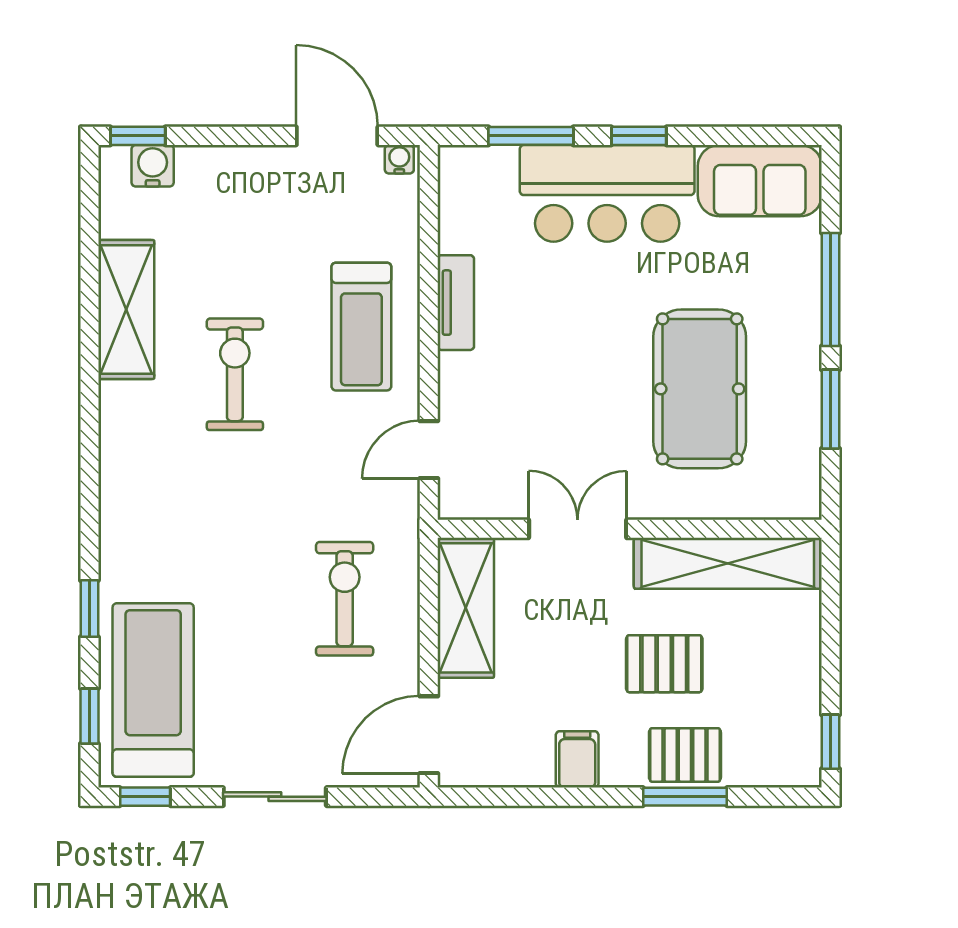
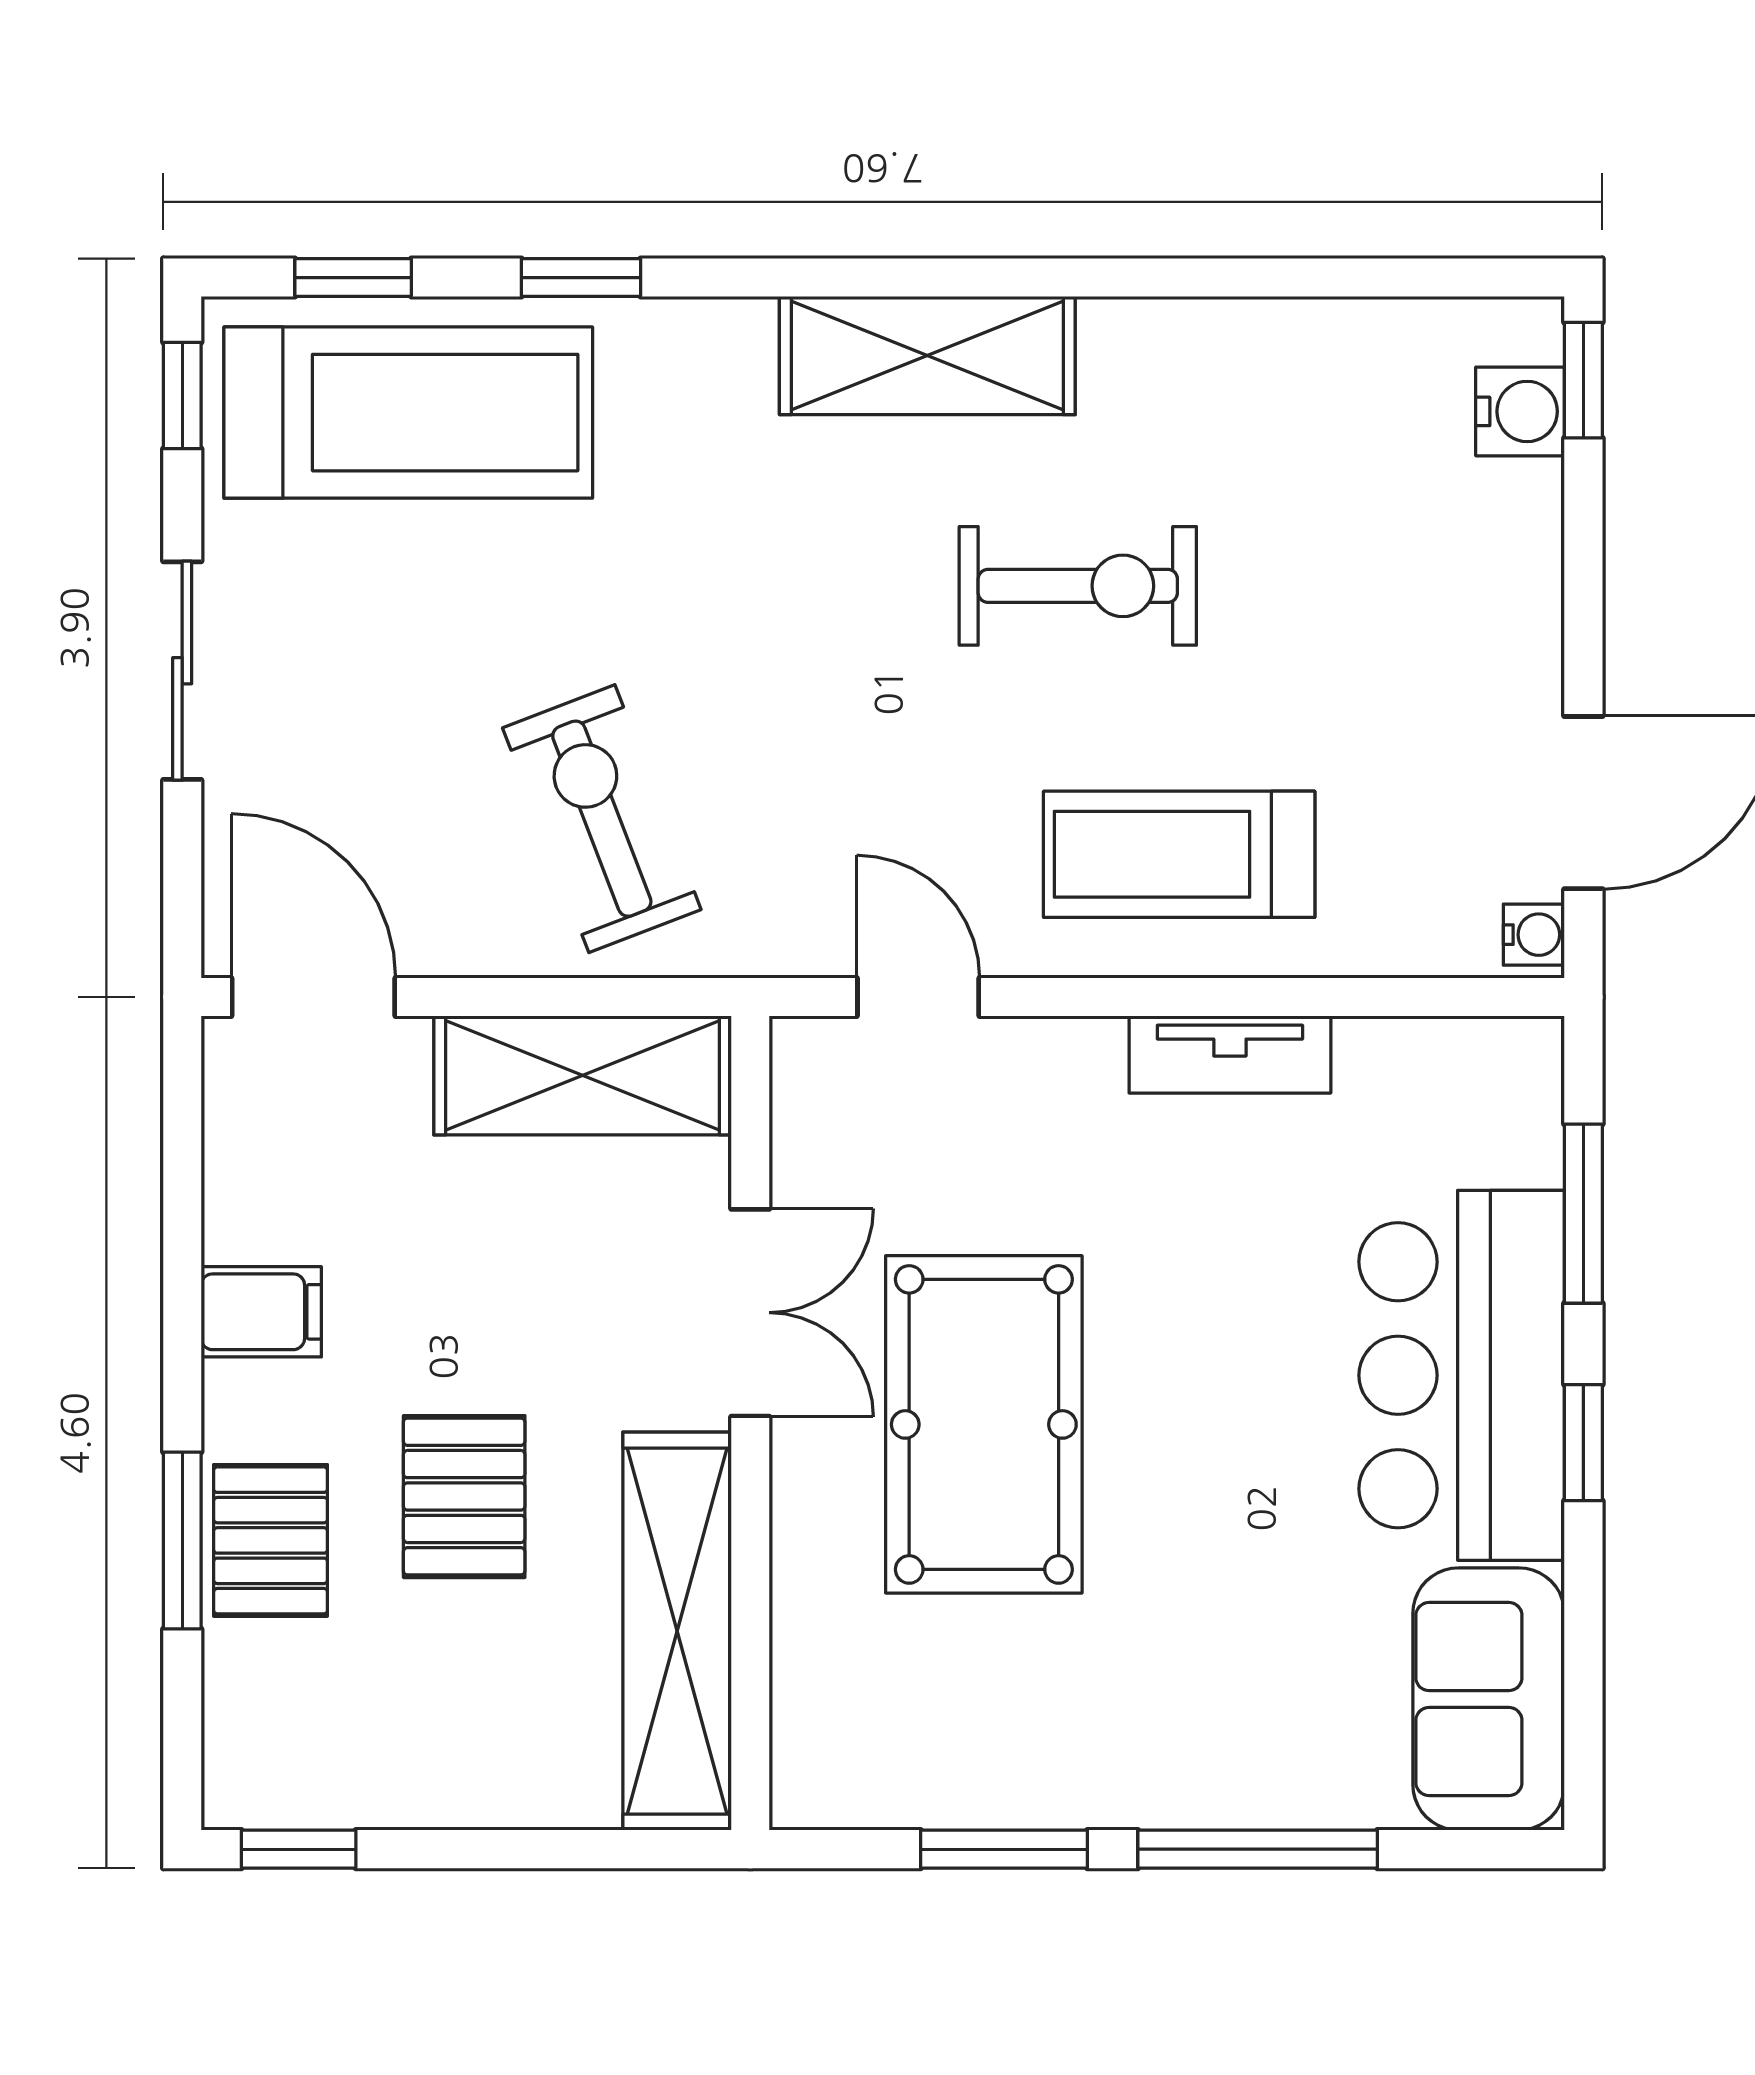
shelving: (126, 310) -> (927, 356), moved
pool table: (700, 389) -> (984, 1424), moved, turned 90
exercise bike: (345, 599) -> (602, 819), turned -111

